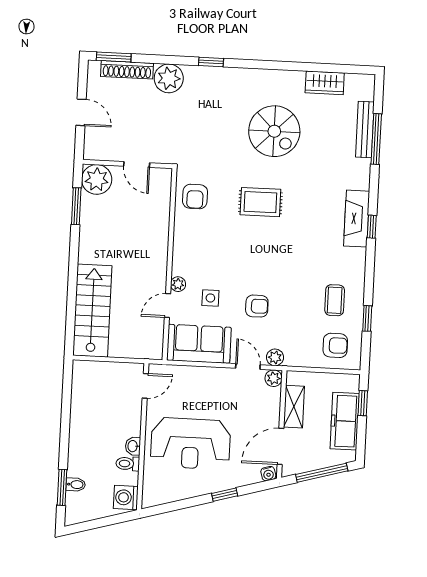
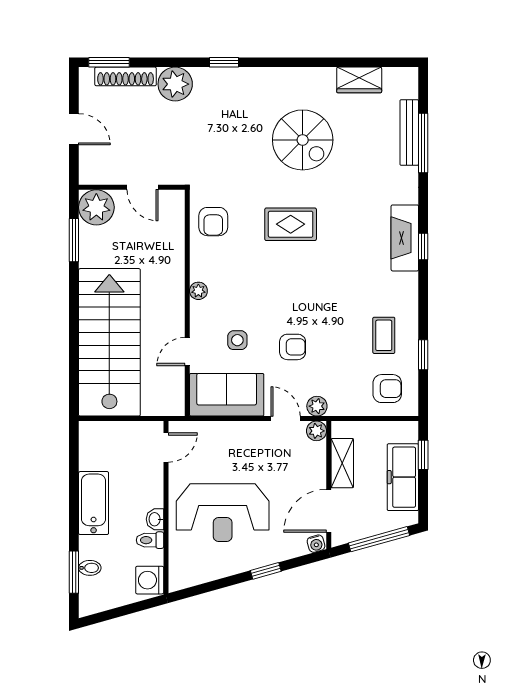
plant: (178, 284) -> (198, 291), moved
stairs: (92, 311) -> (109, 342), width x1.36, depth x1.51
bathtub: (82, 430) -> (94, 503), added

